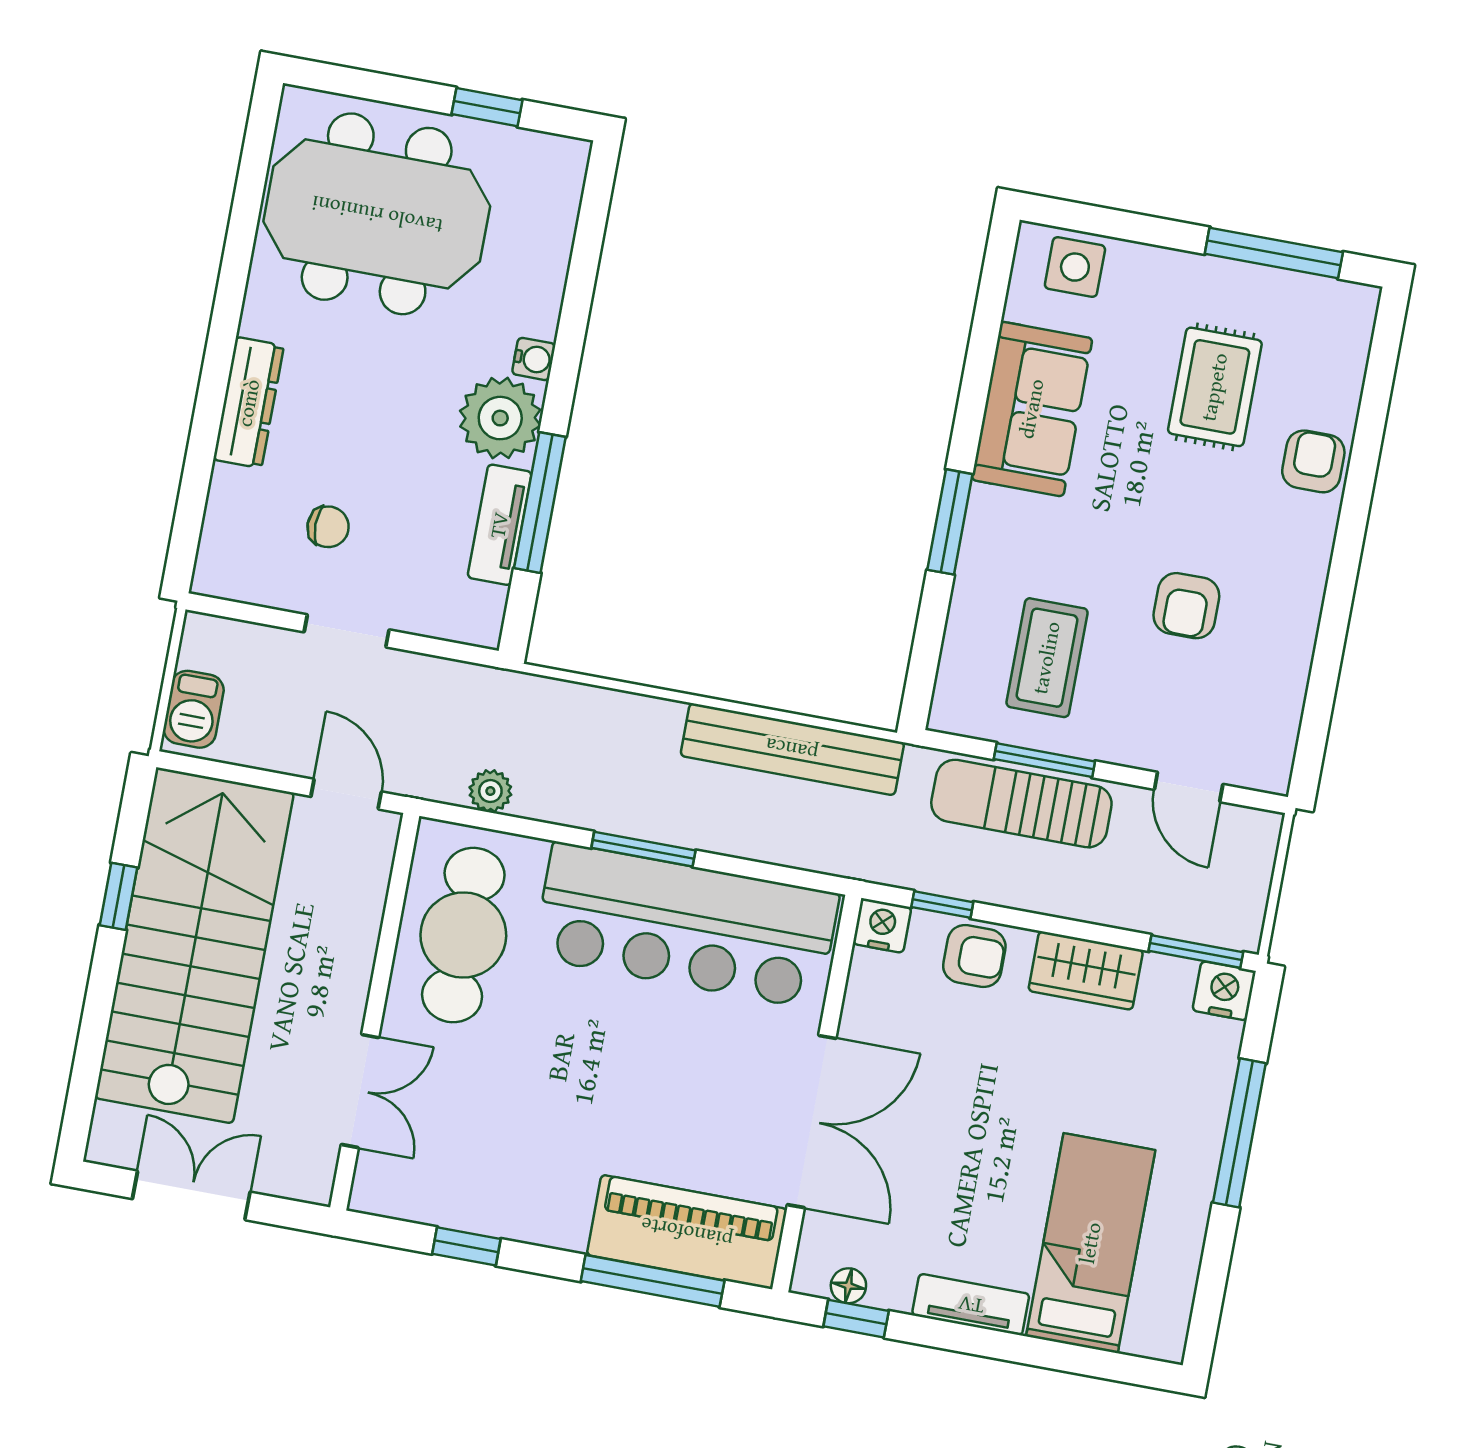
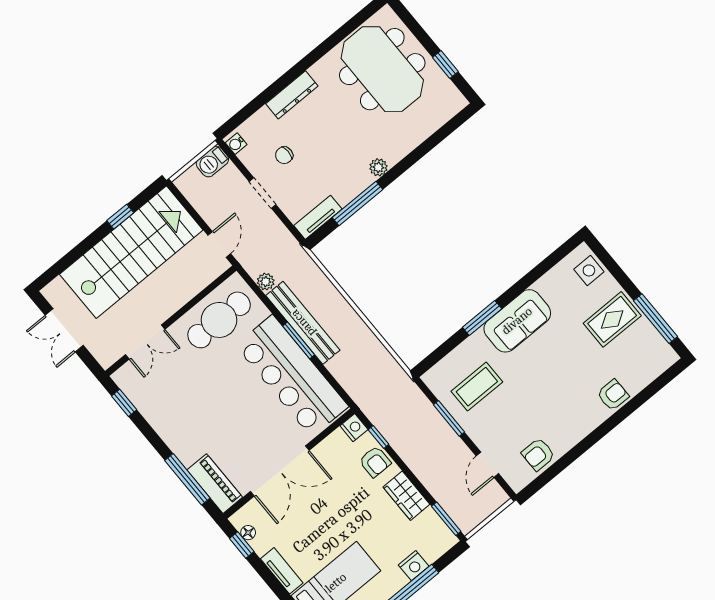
water cooler: (534, 359) -> (236, 144), moved, turned 90
rug: (1215, 387) -> (612, 319), moved
sofa: (1032, 409) -> (517, 321), moved
plant: (500, 418) -> (378, 167), width x0.53, depth x0.53
tv unit: (500, 525) -> (318, 217), moved
chair: (328, 527) -> (284, 155), turned 90
armchair: (1186, 606) -> (538, 454), moved
barbecue: (194, 709) -> (212, 162), moved
bench: (792, 749) -> (303, 323), moved
sun lounger: (1021, 804) -> (430, 426), removed
nightstand: (1224, 991) -> (414, 566), moved, turned 90
double door: (191, 1195) -> (64, 330), swing flipped
piano: (687, 1232) -> (215, 484), width x0.73, depth x0.75
window: (466, 1246) -> (124, 403), moved

